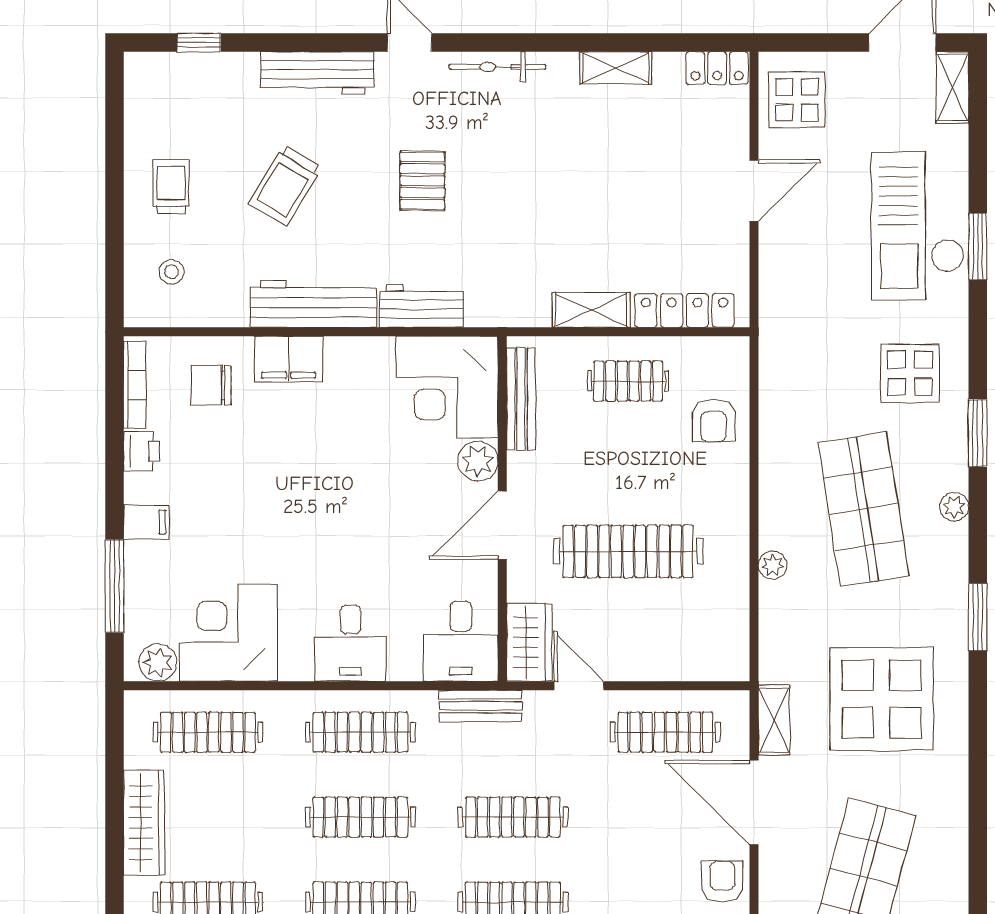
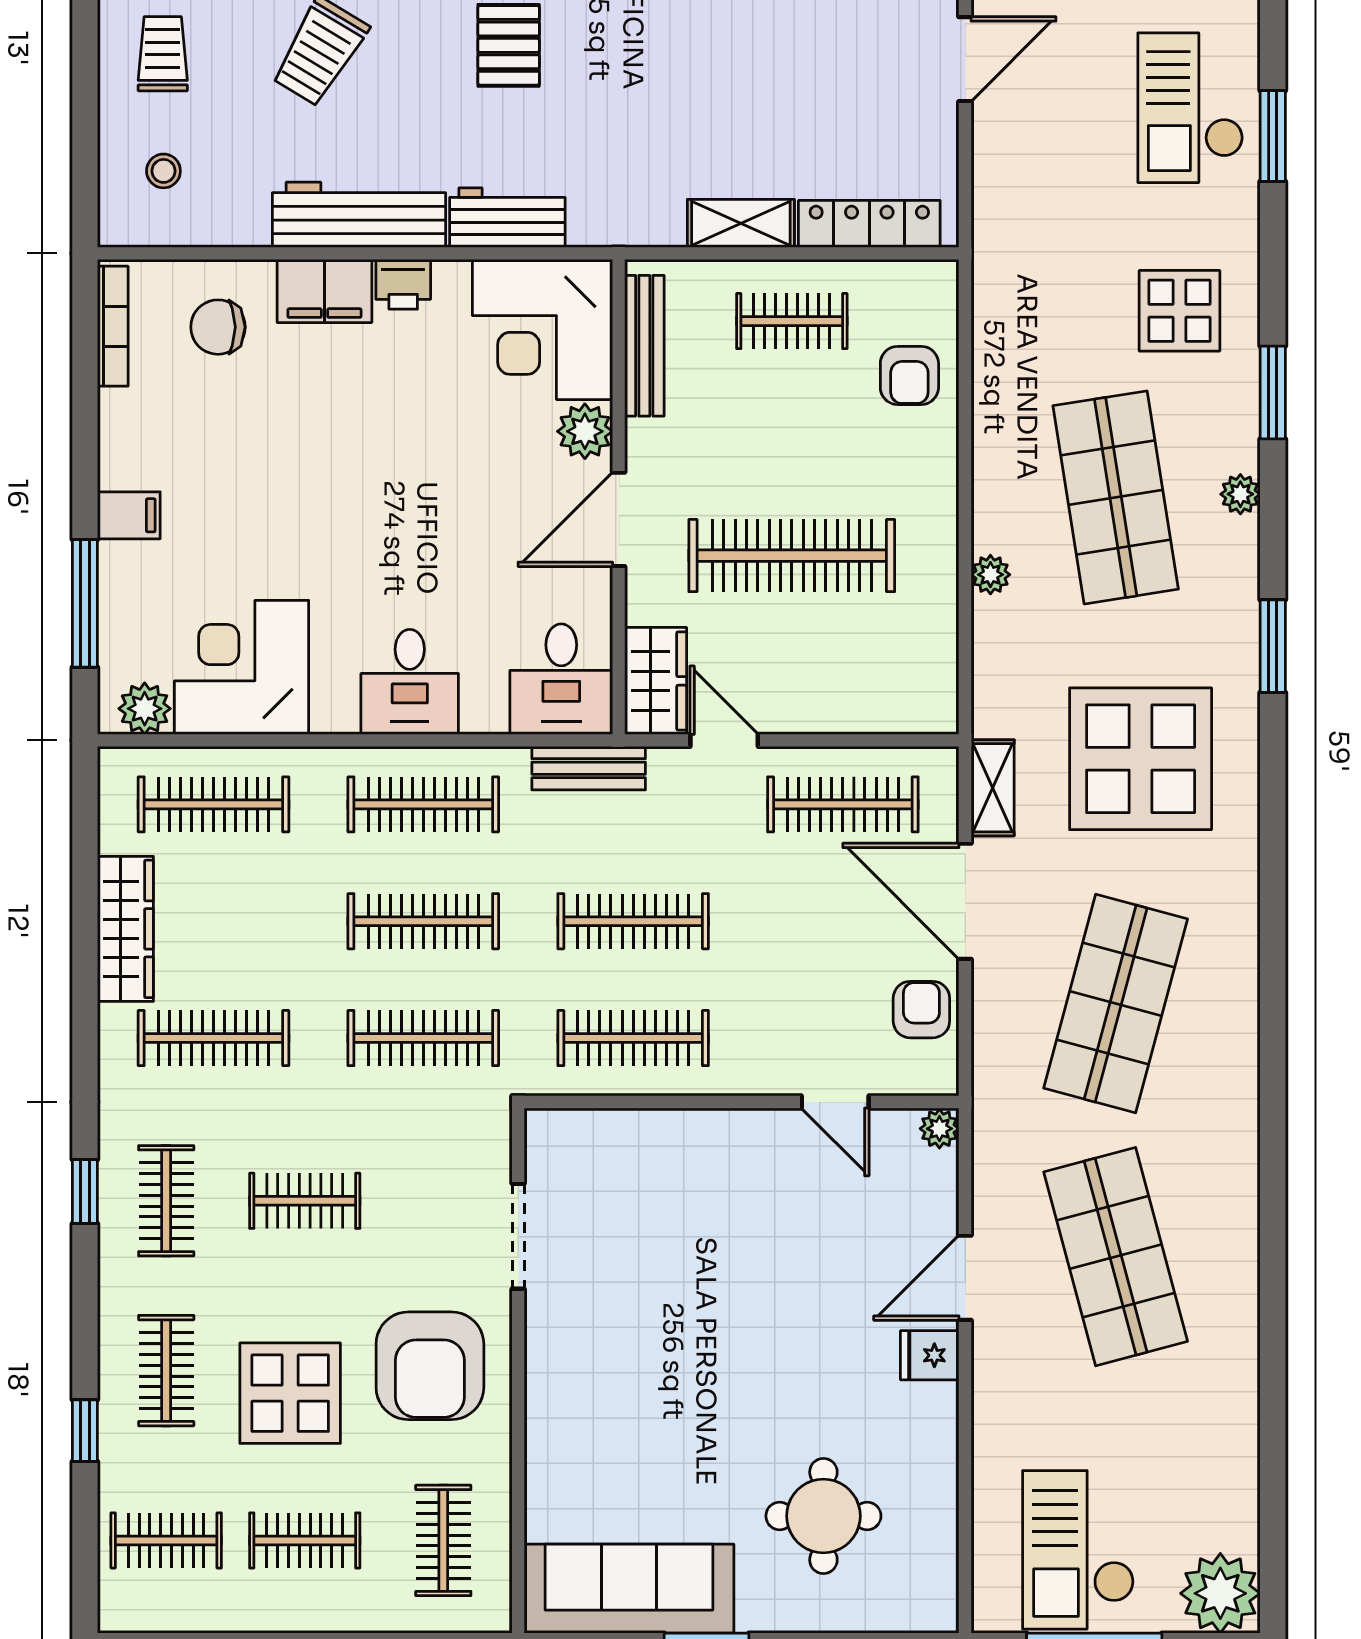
checkout: (918, 226) -> (1190, 108), width x0.73, depth x0.83
printer: (142, 451) -> (403, 284), moved, turned 90

